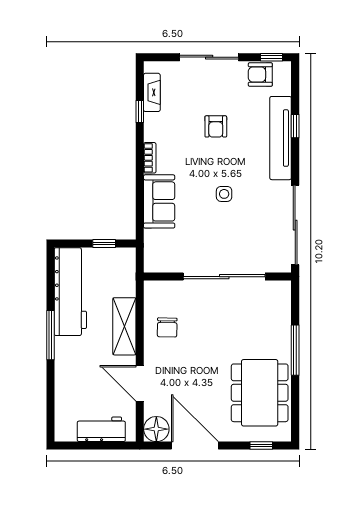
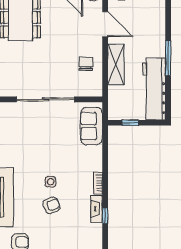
fireplace: (152, 92) -> (97, 209), moved
armchair: (216, 126) -> (51, 205), turned 68
side table: (224, 194) -> (51, 182), moved
sofa: (159, 201) -> (91, 126), moved

